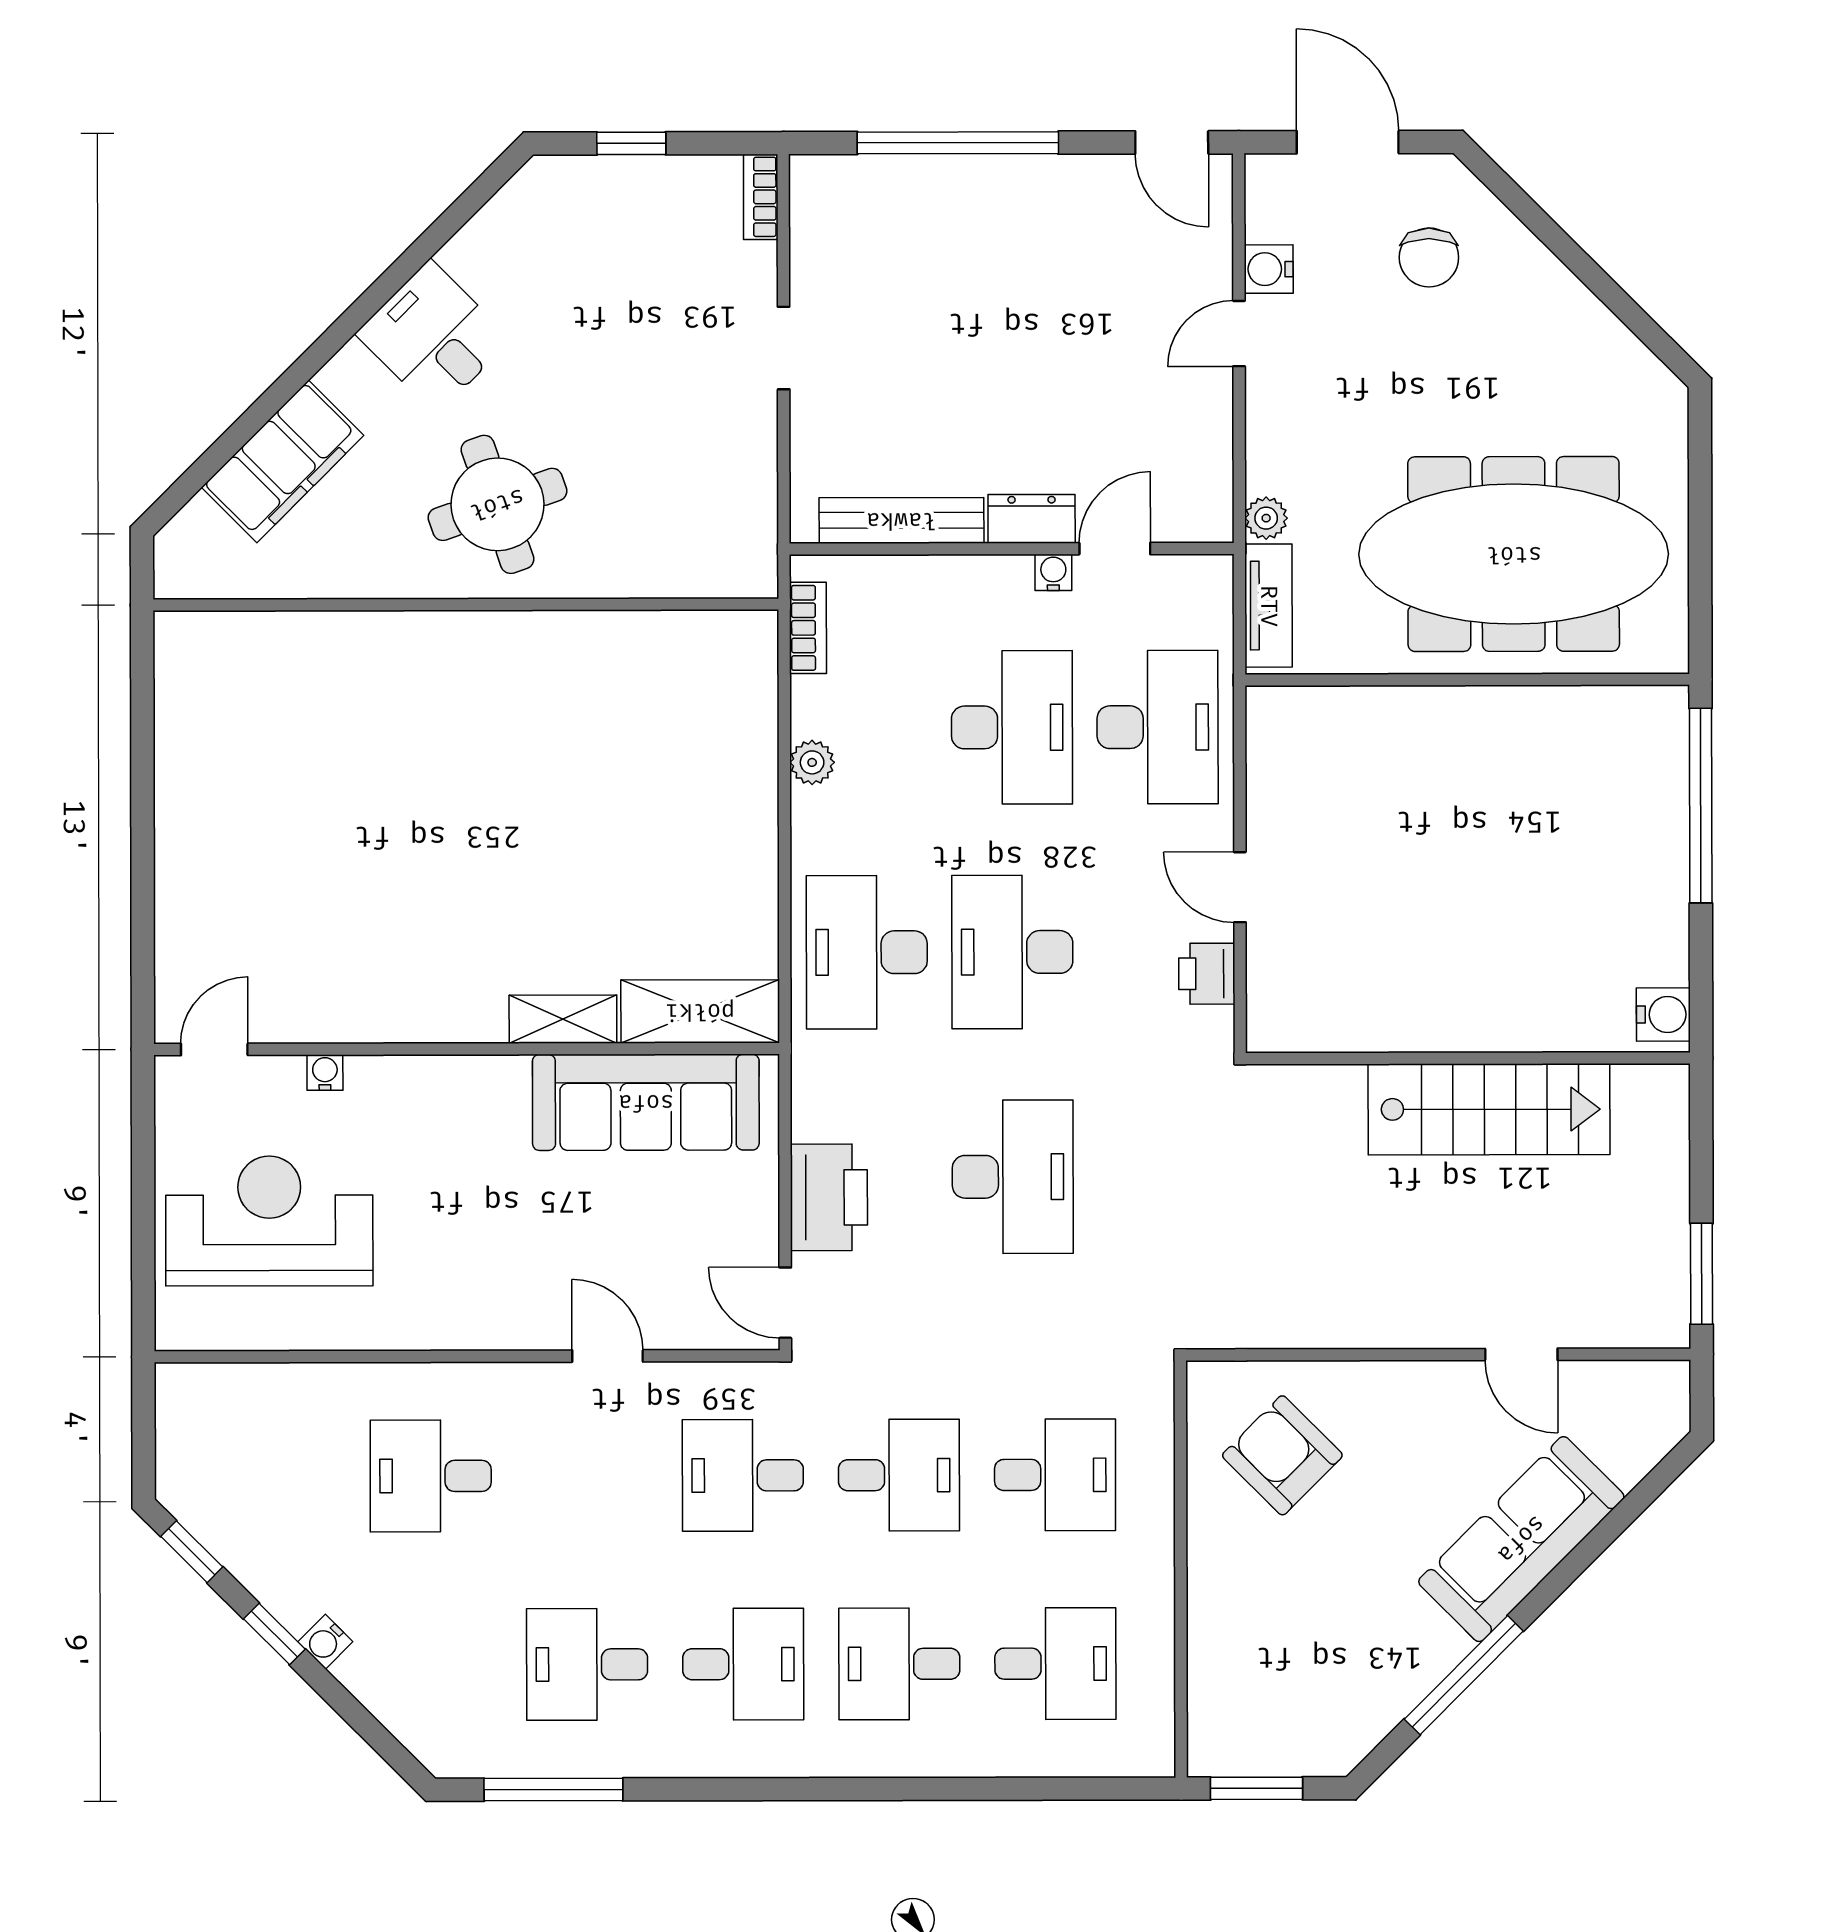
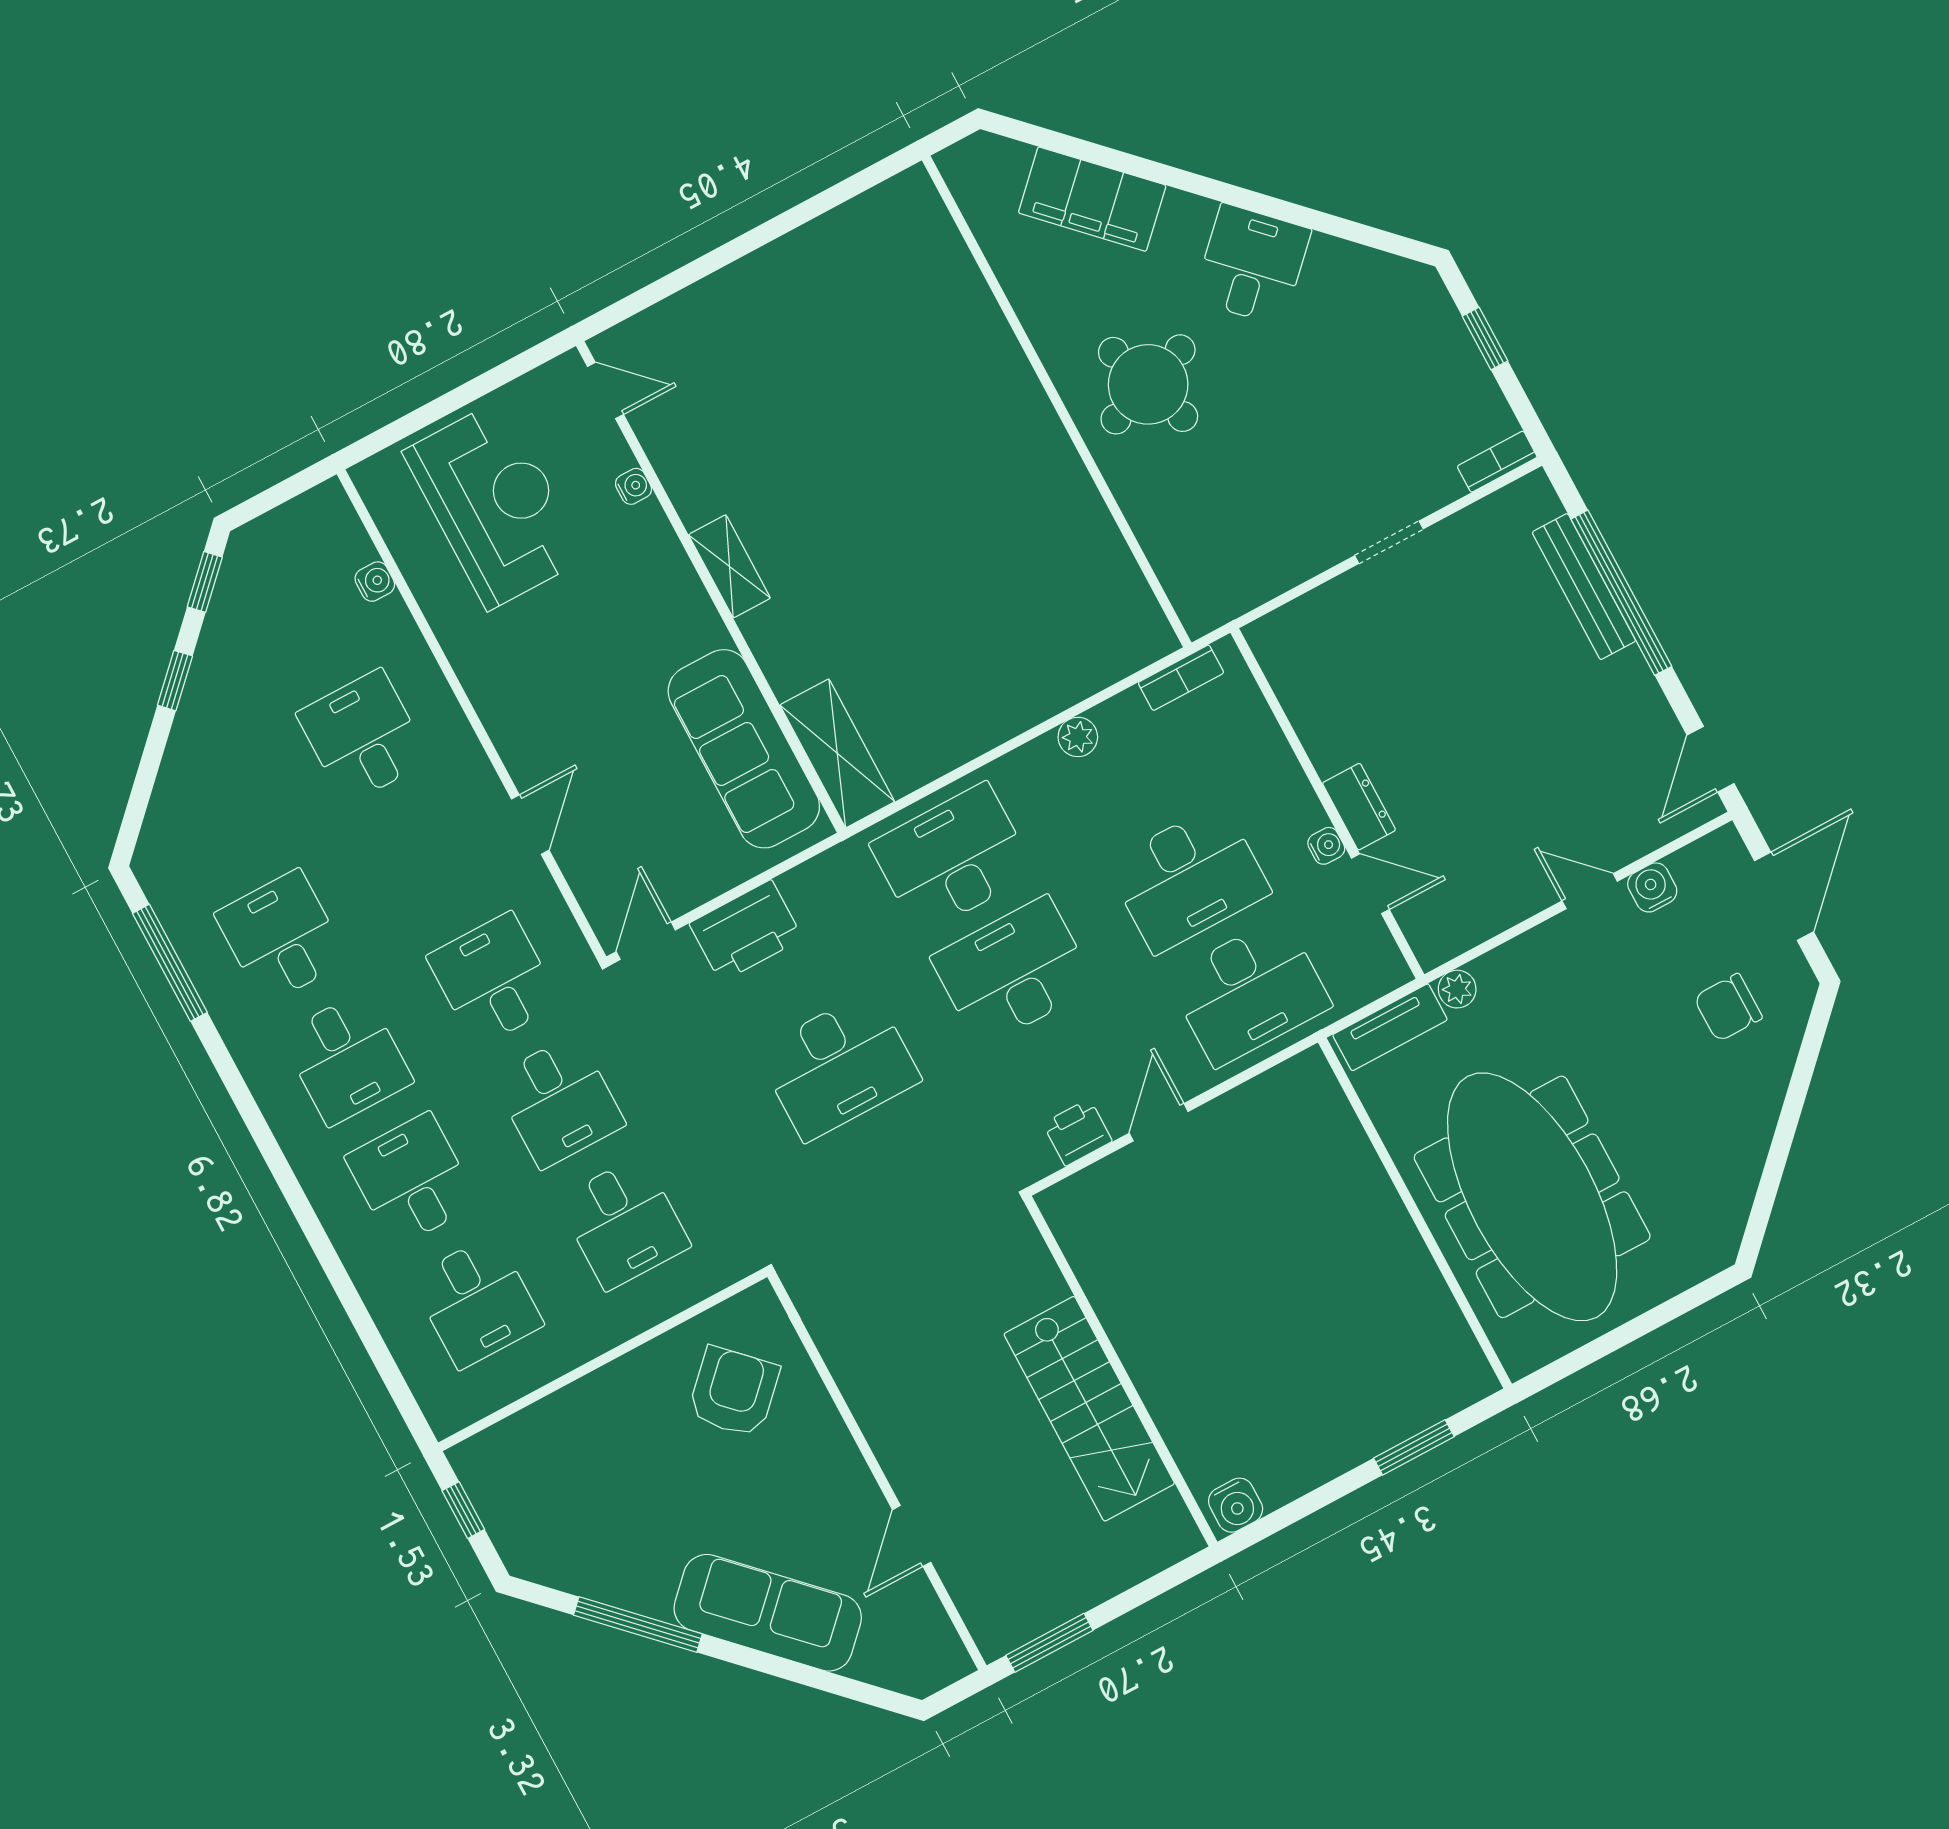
bench: (901, 520) -> (1584, 587), moved
window: (1701, 806) -> (1414, 1447), width x0.47
shelving: (563, 1019) -> (729, 566), moved
water cooler: (325, 1642) -> (375, 582), moved, turned 135
window: (1256, 1788) -> (463, 1510), width x0.67

